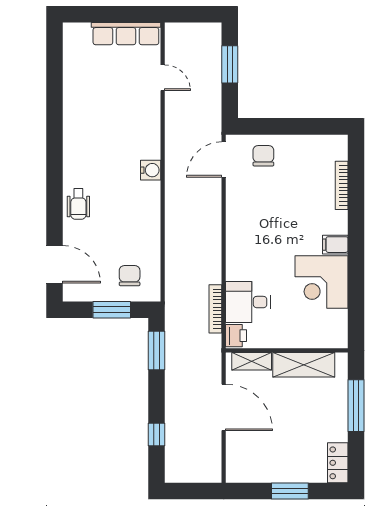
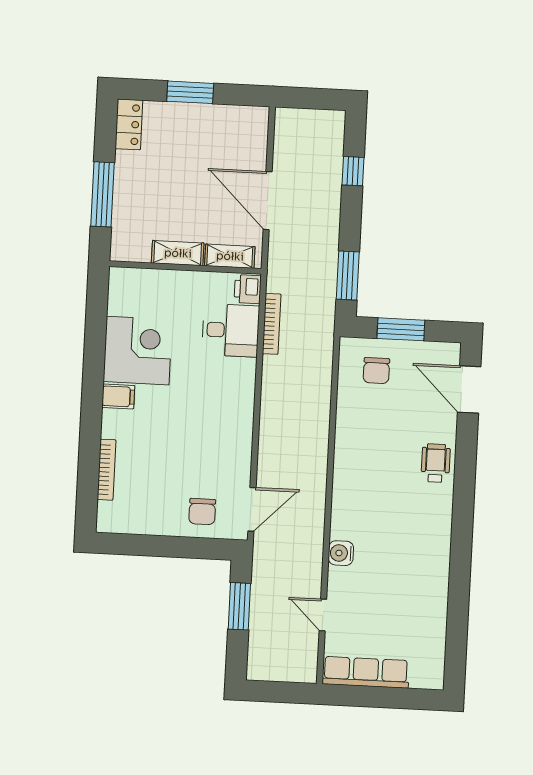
window: (230, 64) -> (239, 606), moved
water cooler: (151, 170) -> (341, 553), moved
shelving: (304, 365) -> (178, 253), width x0.67, depth x0.75

